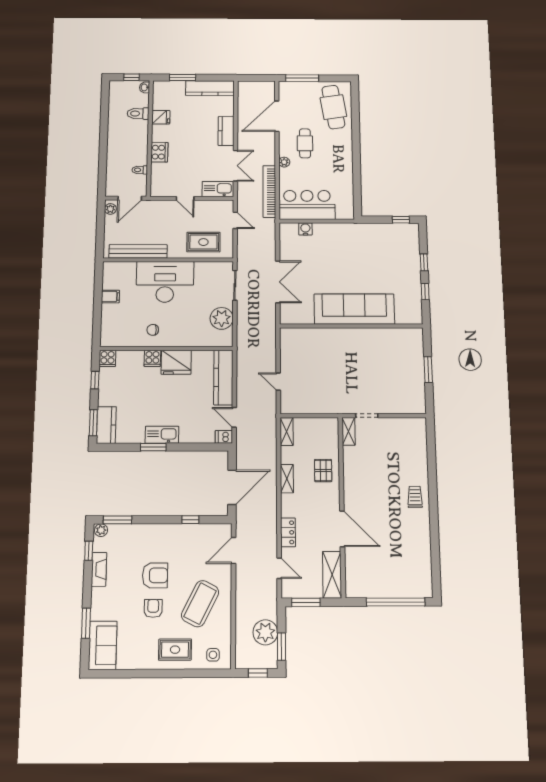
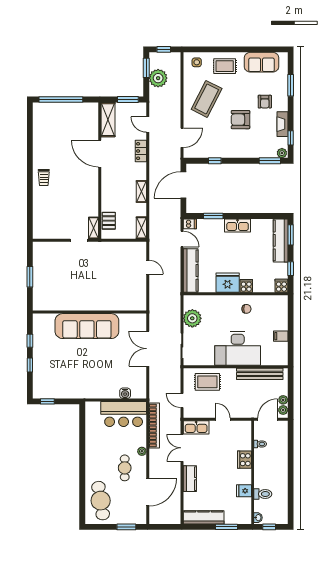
window: (302, 78) -> (126, 527), width x0.69
plant: (110, 221) -> (283, 400), added
kitchen counter: (106, 425) -> (281, 240), width x1.50
window: (153, 447) -> (213, 216), moved
pallet: (323, 470) -> (109, 221), moved
armchair: (153, 608) -> (265, 102), moved
sofa: (103, 645) -> (262, 62), moved, turned -90

